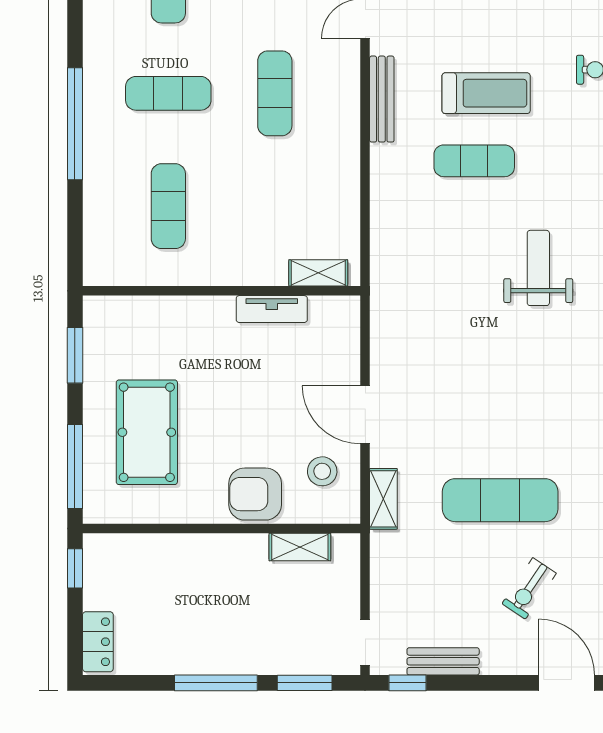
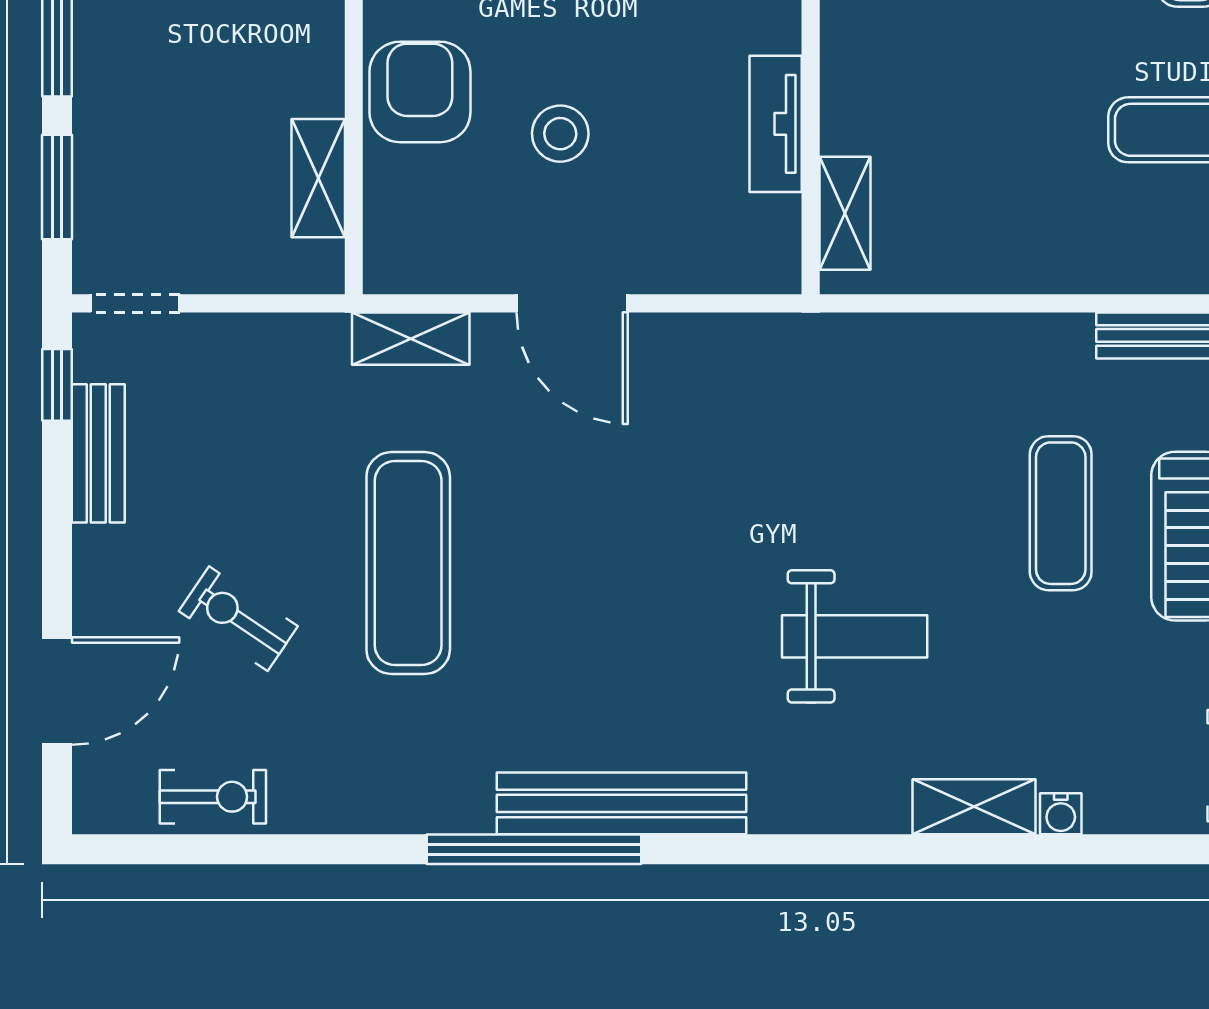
door: (365, 415) -> (572, 303), swing flipped
stool: (322, 471) -> (560, 134), moved

